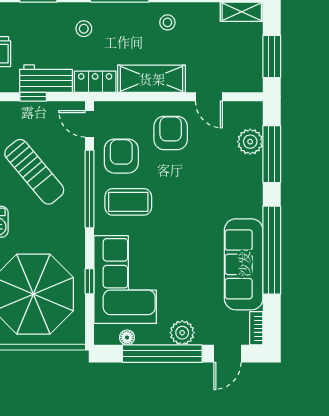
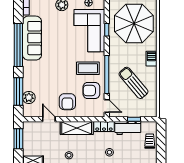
armchair: (121, 156) -> (91, 90), turned 90

